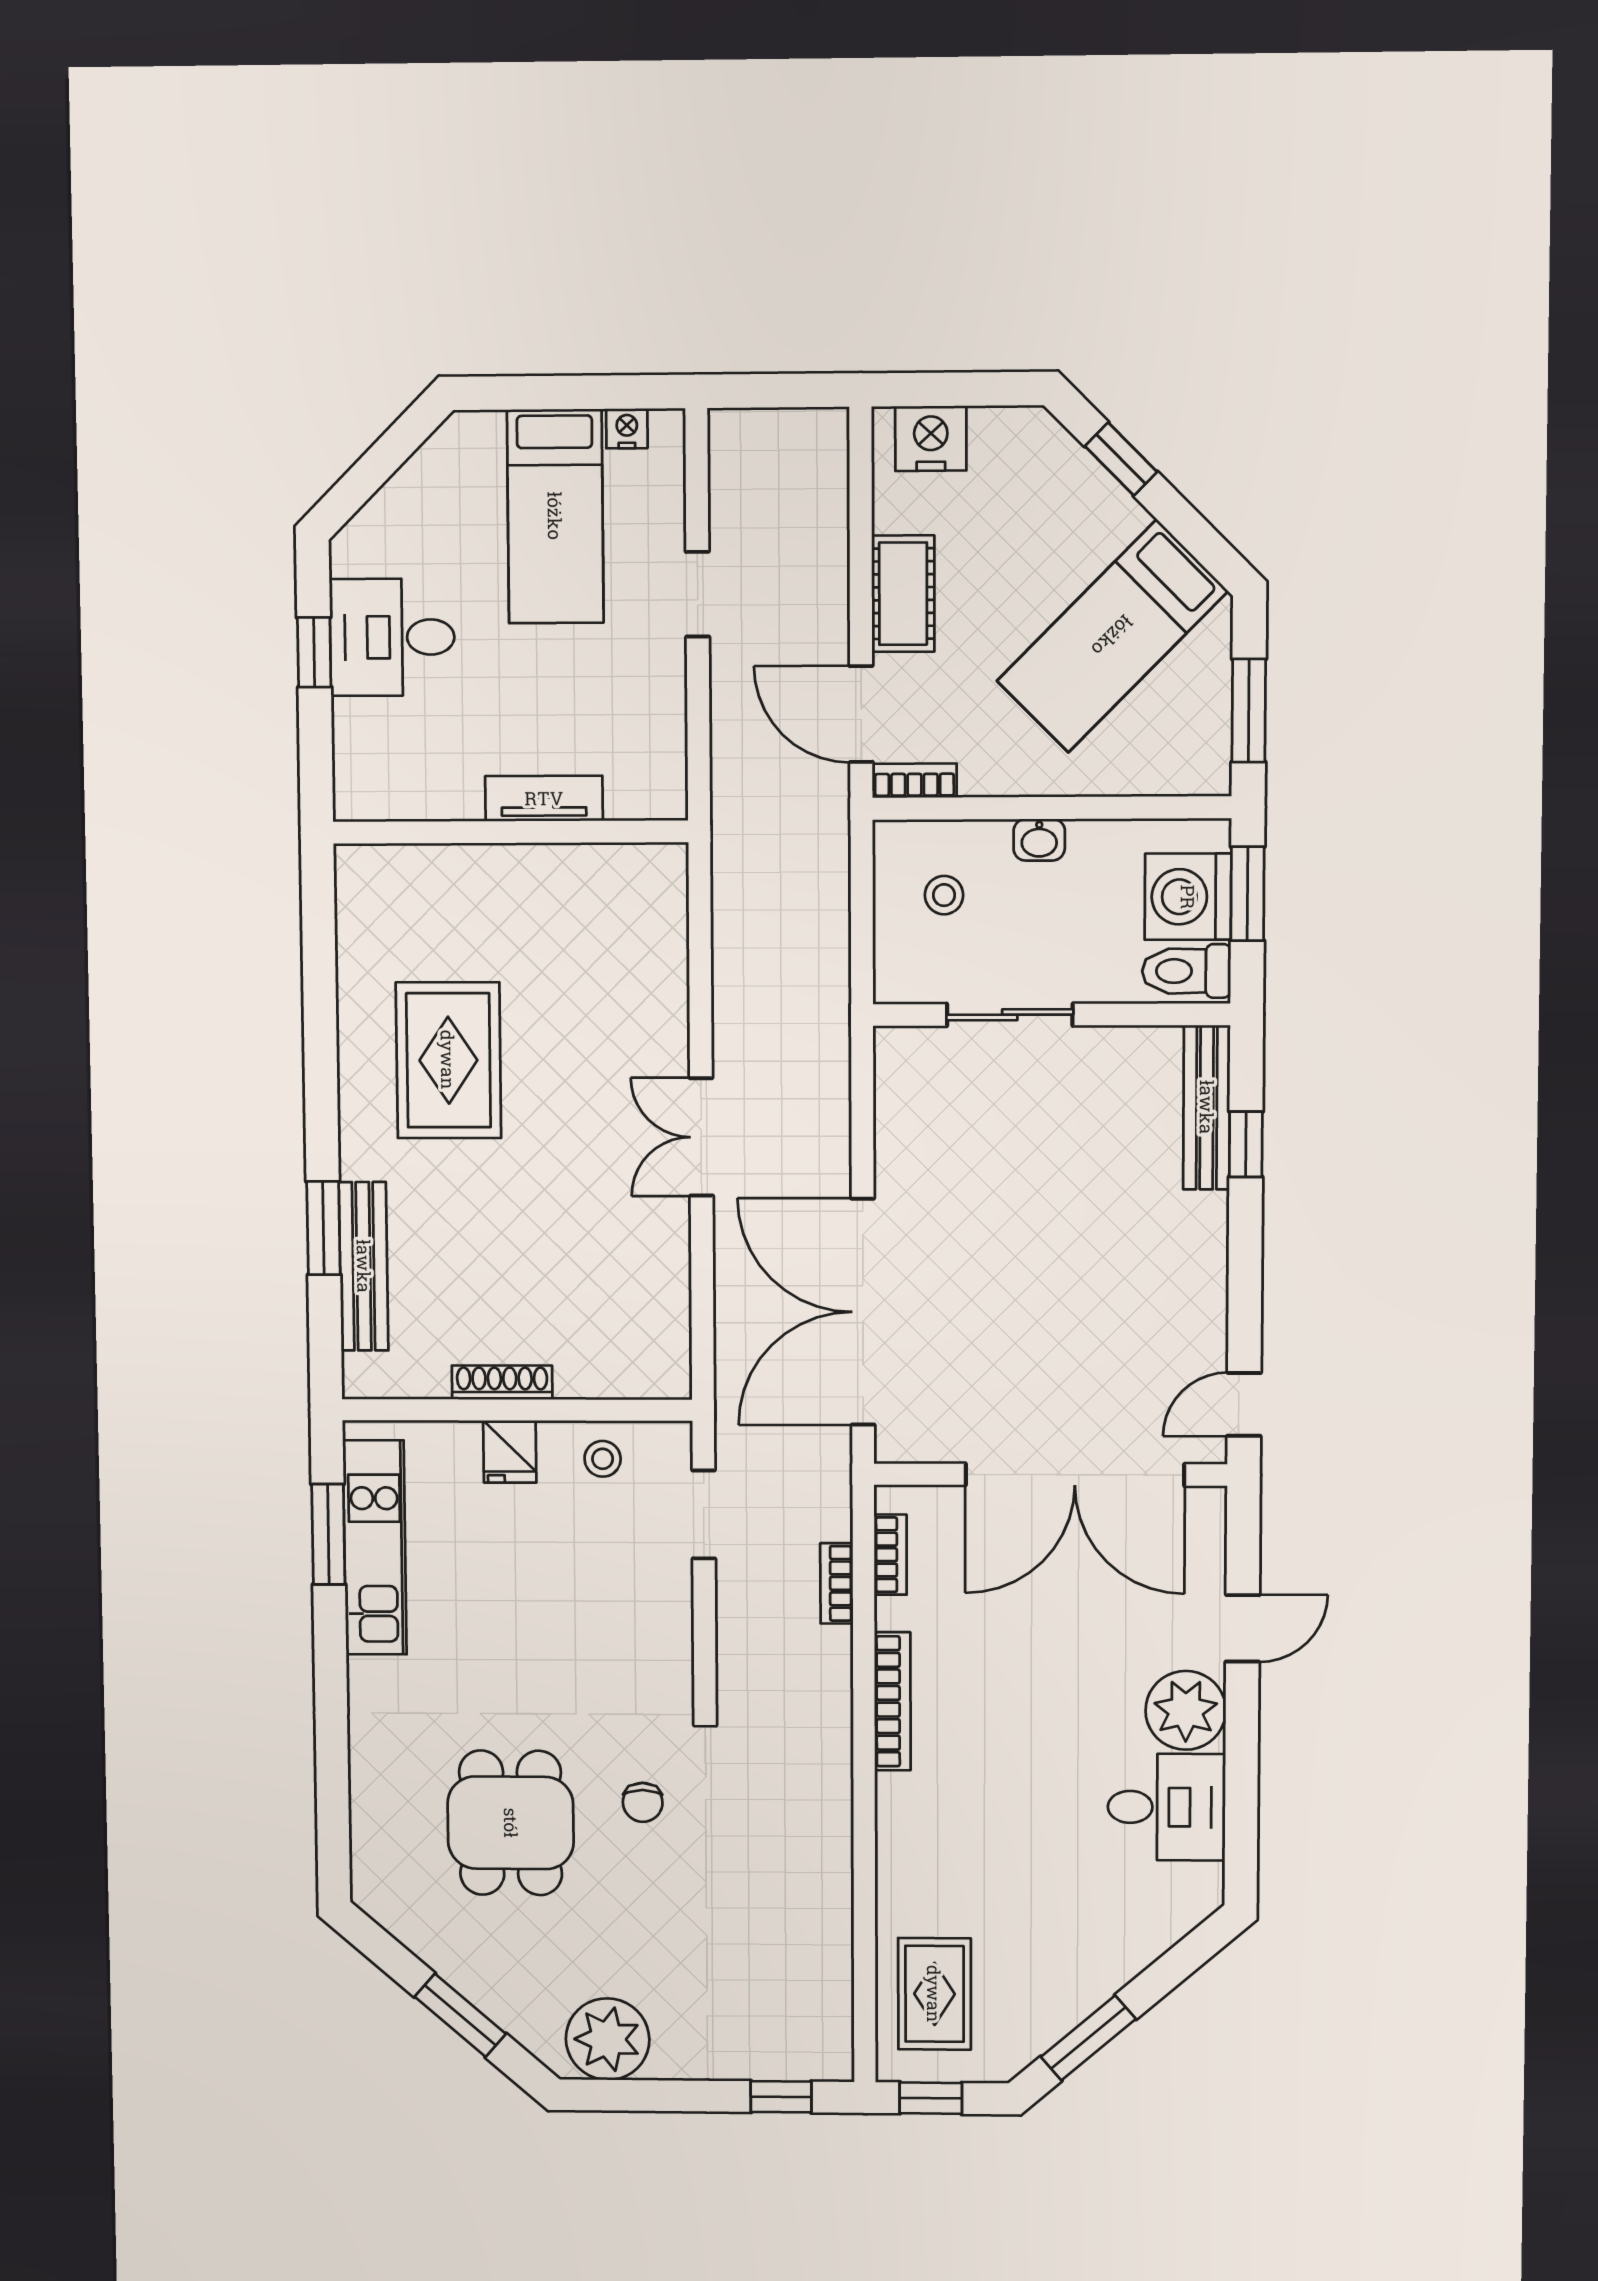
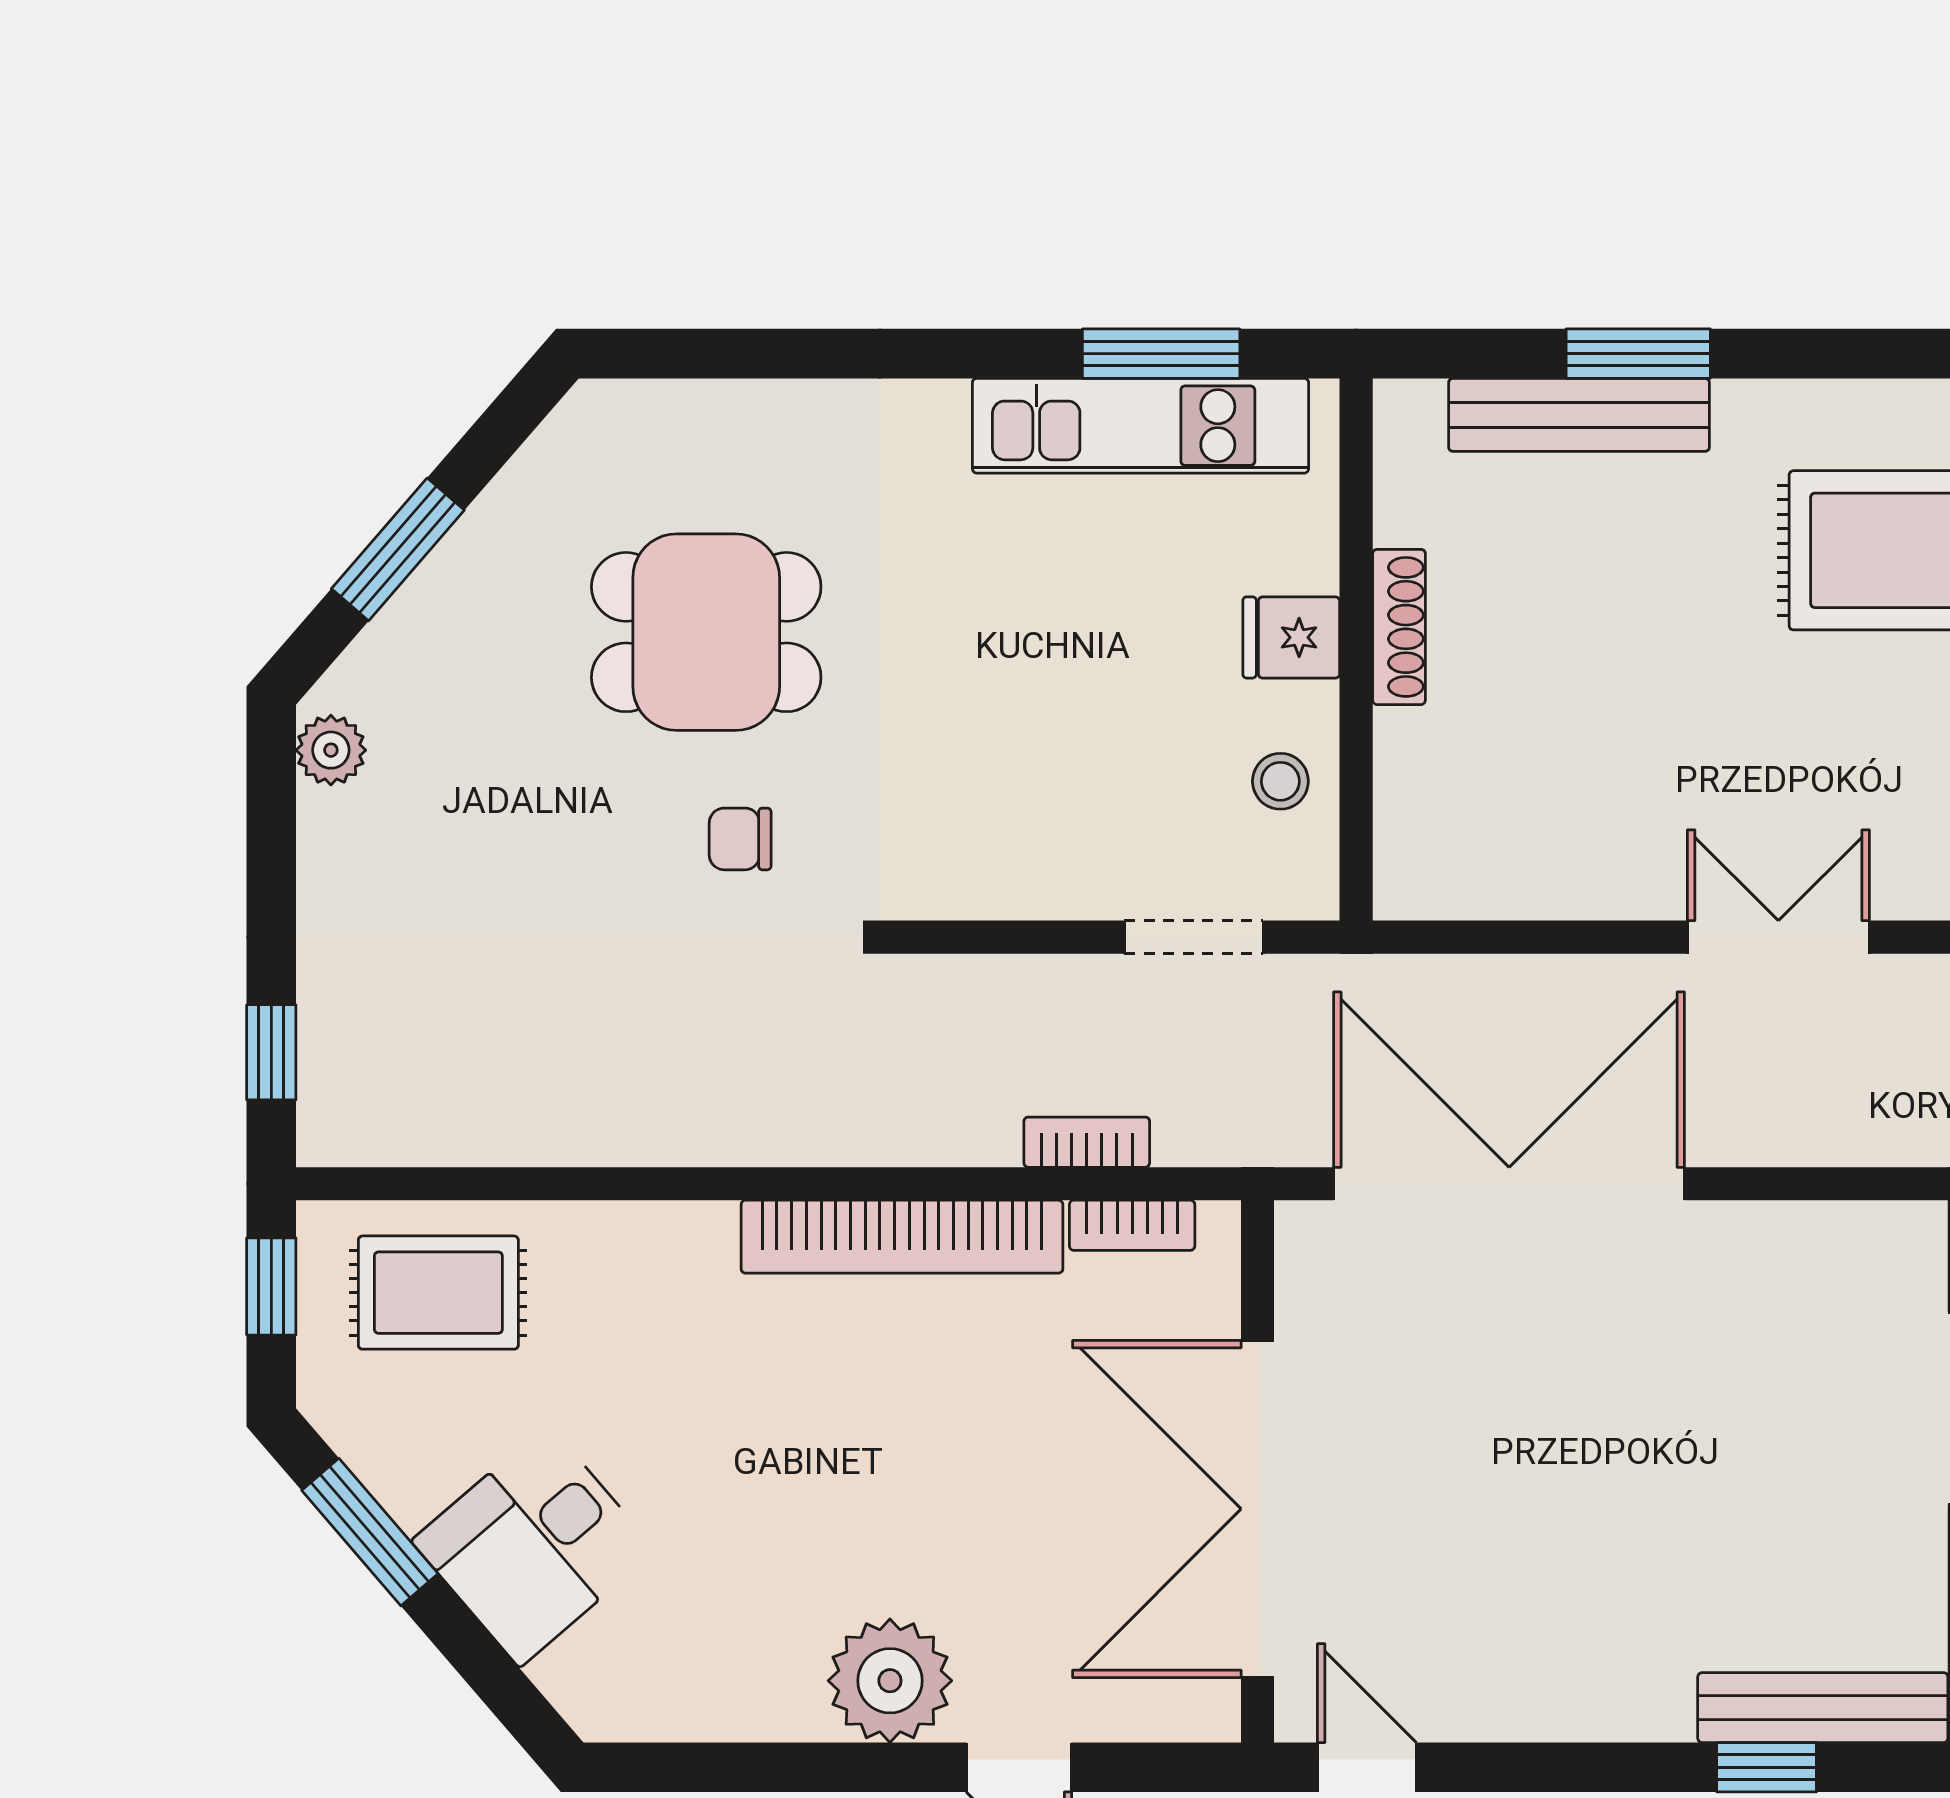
bookcase: (892, 1701) -> (902, 1237), width x1.48, depth x1.31
desk: (1167, 1807) -> (534, 1546), moved, turned 49
plant: (608, 2039) -> (331, 750), width x0.53, depth x0.53

